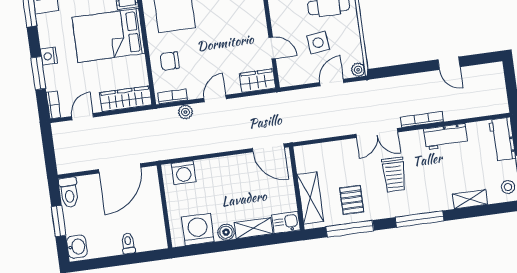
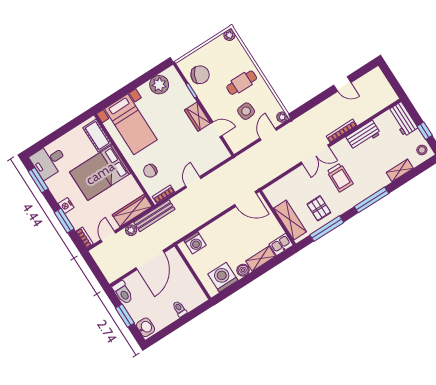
wardrobe: (257, 81) -> (198, 117), moved, turned -90
plant: (185, 112) -> (131, 230), moved
bench: (150, 117) -> (154, 216), added

